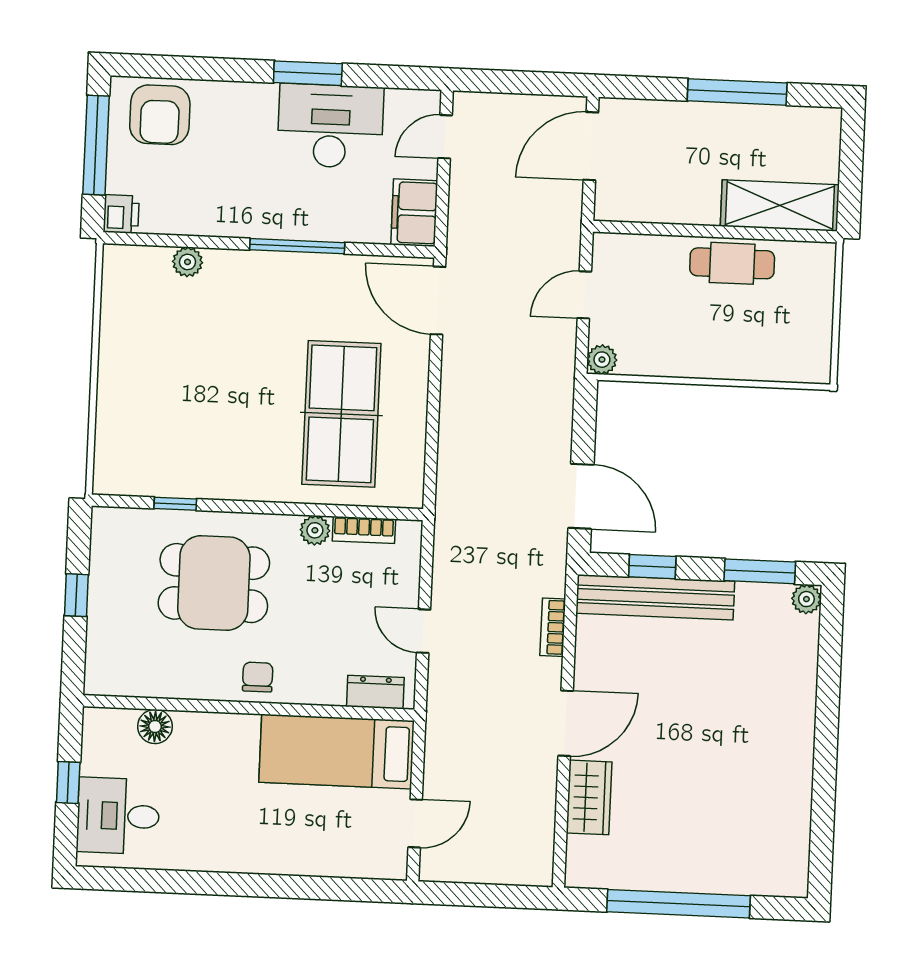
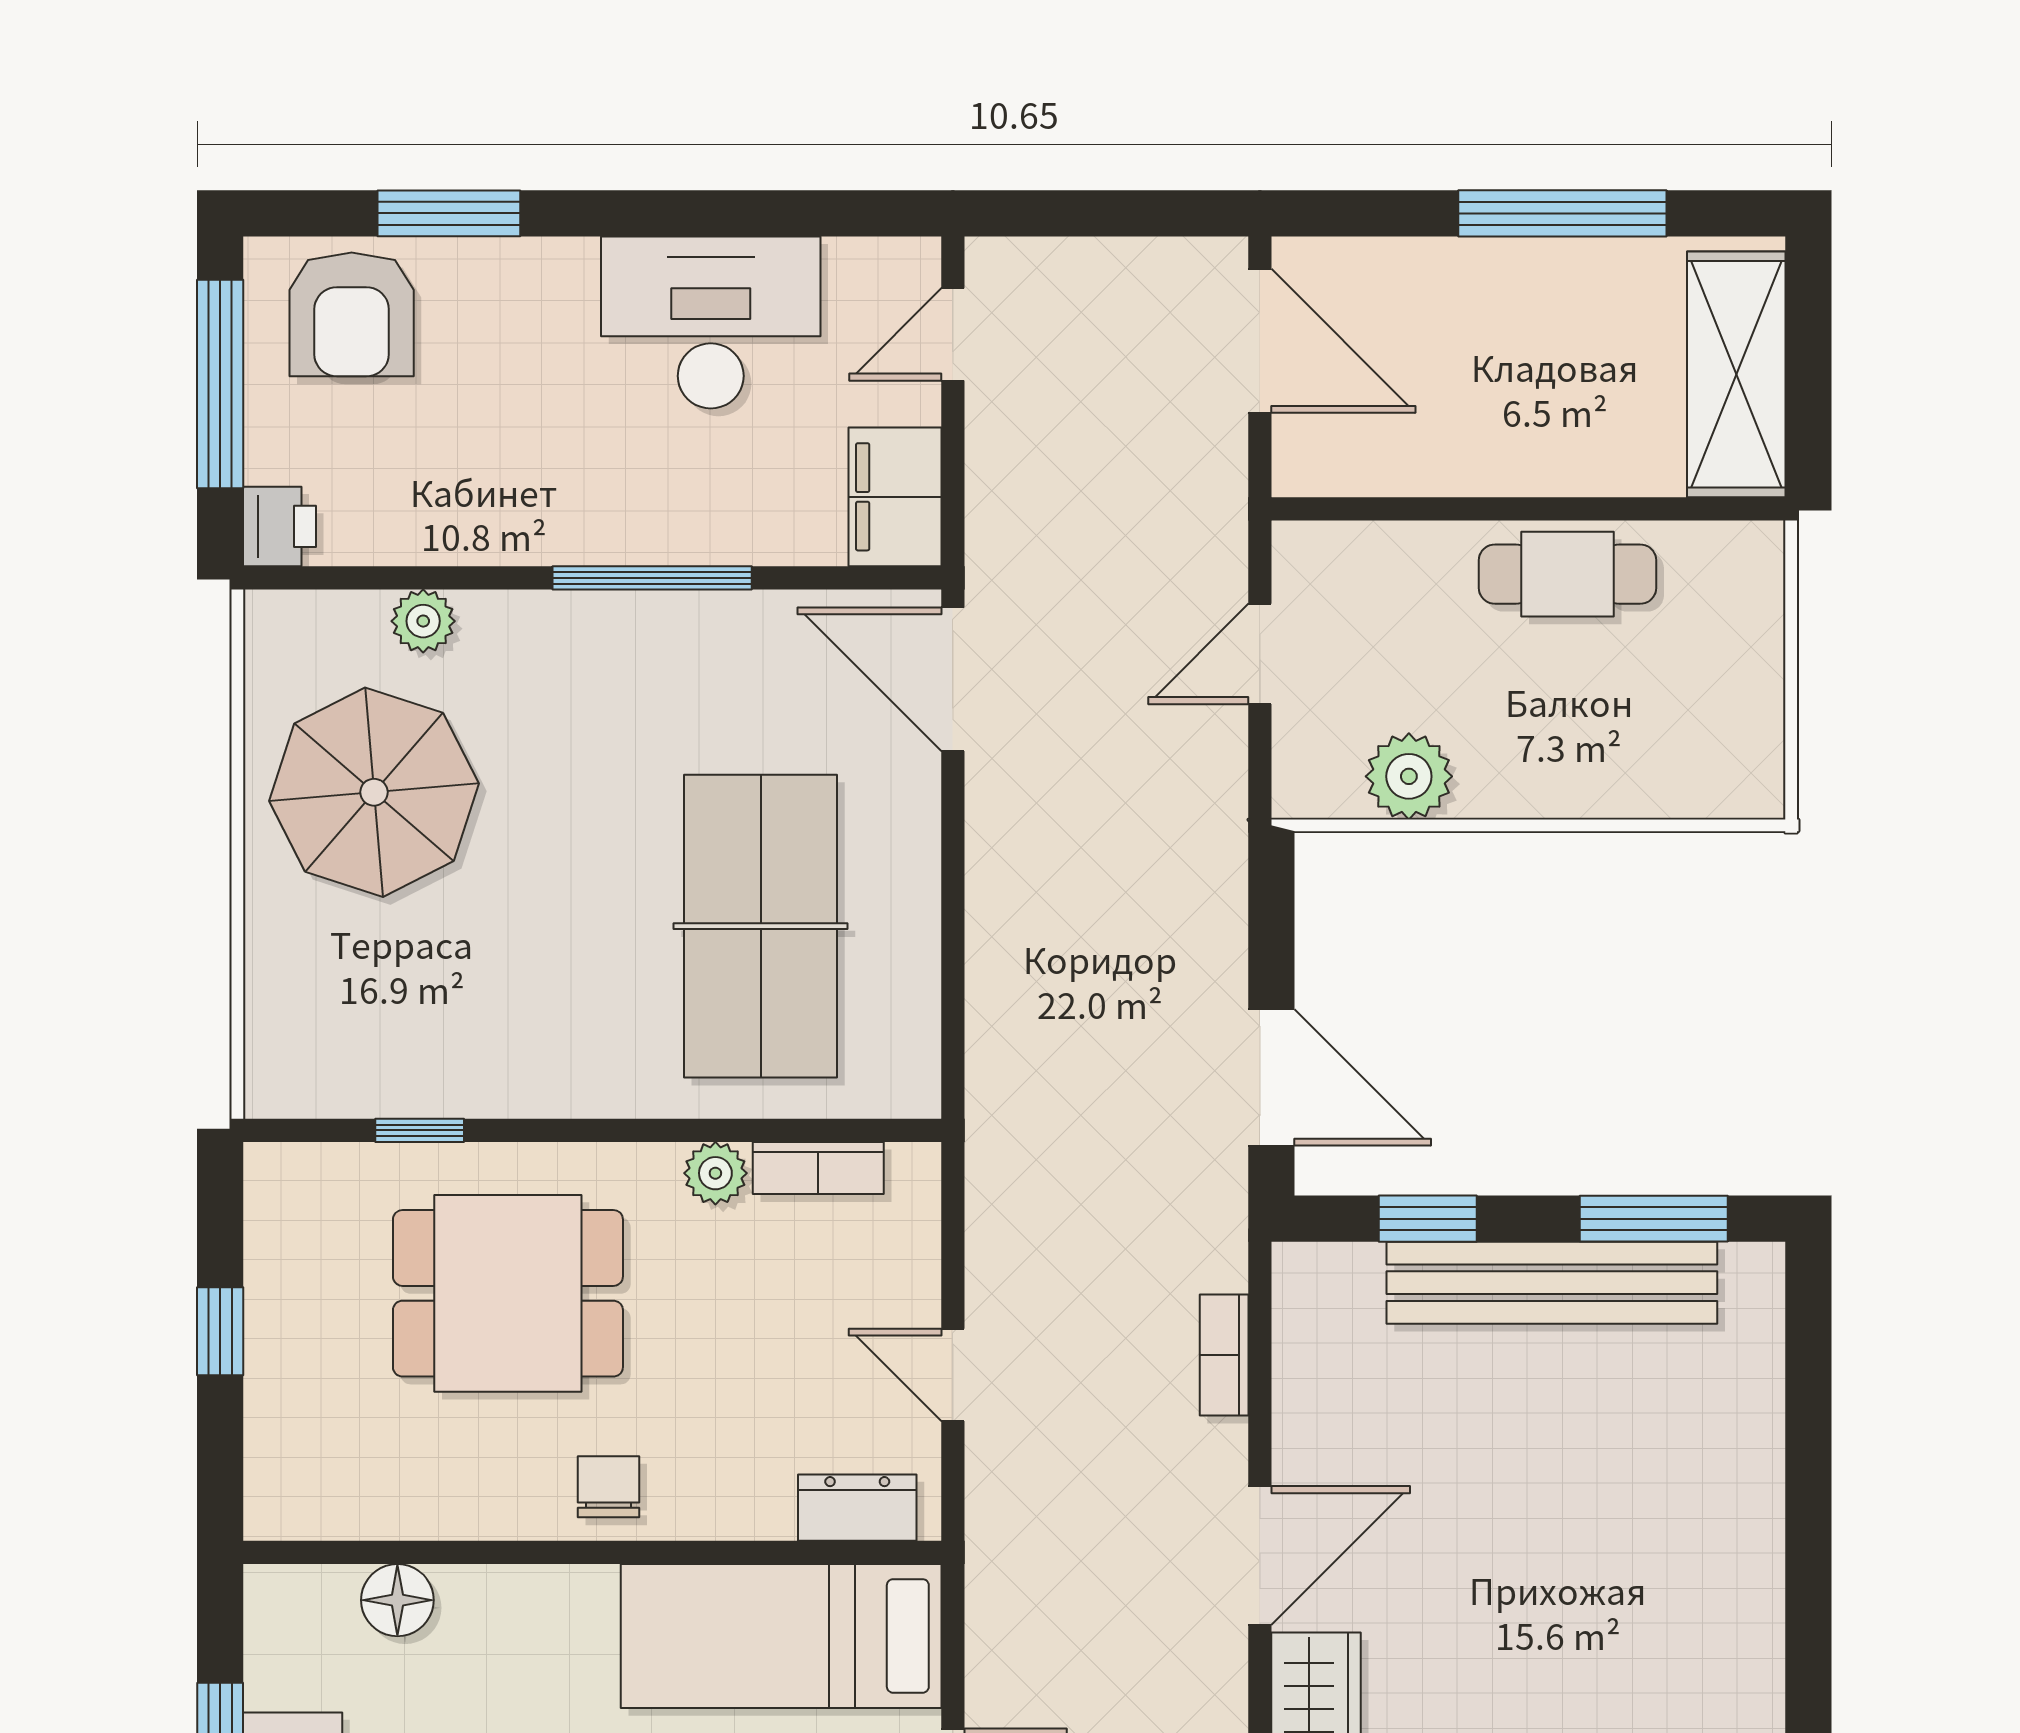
window: (308, 73) -> (449, 213), moved
door: (591, 146) -> (1260, 341), swing flipped
shelving: (780, 205) -> (1736, 374), moved, turned 90
parasol: (161, 342) -> (374, 792), added
plant: (602, 360) -> (1409, 776), moved, width x1.38, depth x1.38
bench: (655, 597) -> (1552, 1283), moved
plant: (806, 599) -> (1754, 1273), removed

